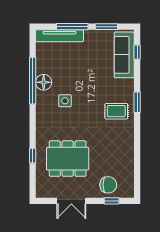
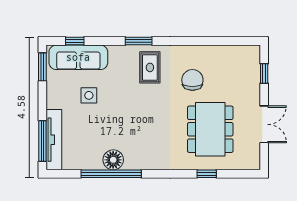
window: (72, 27) -> (42, 141), moved
window: (106, 27) -> (42, 67), moved
side table: (65, 101) -> (89, 95), moved
chair: (108, 185) -> (192, 80), moved

